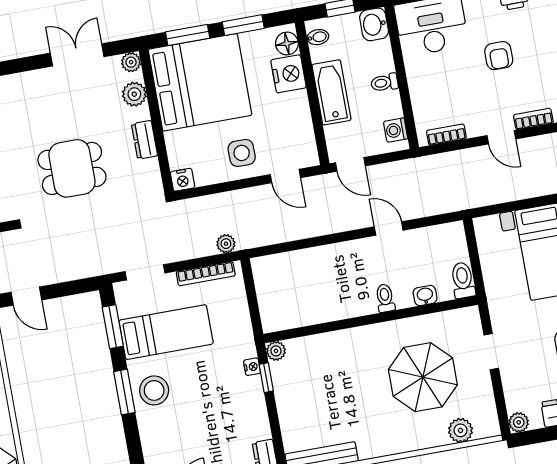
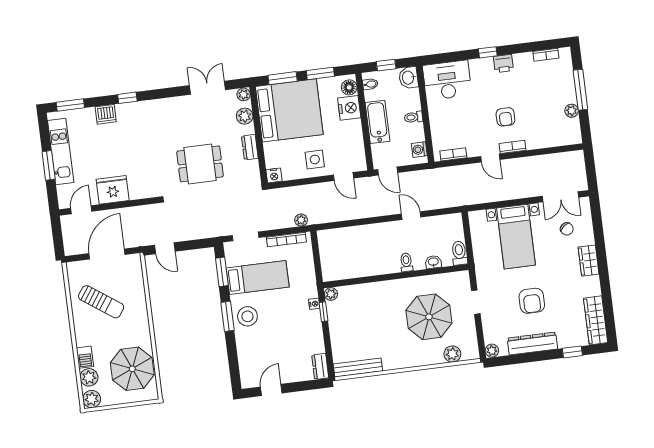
armchair: (499, 56) -> (505, 117), moved

